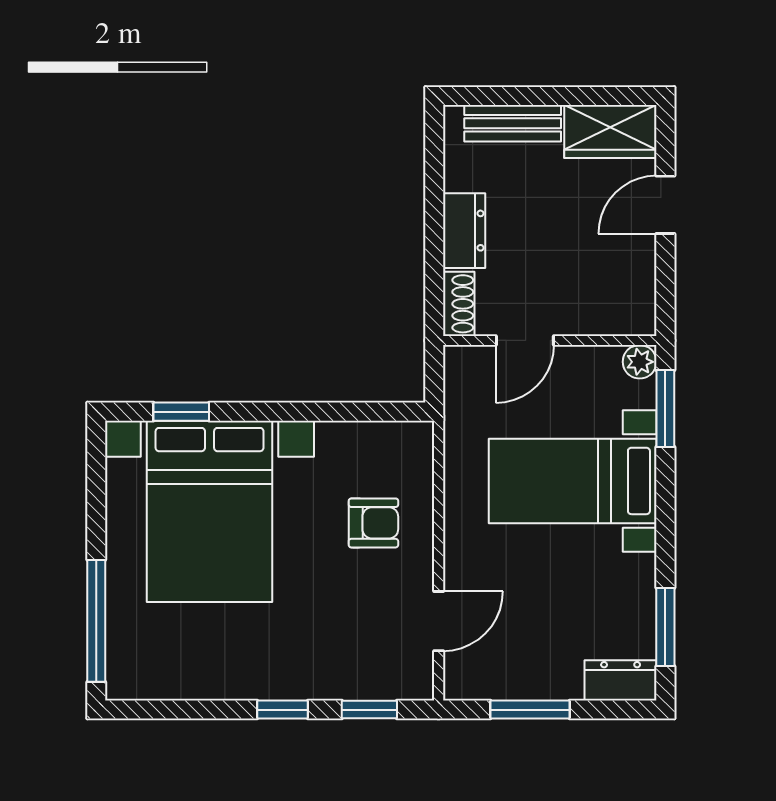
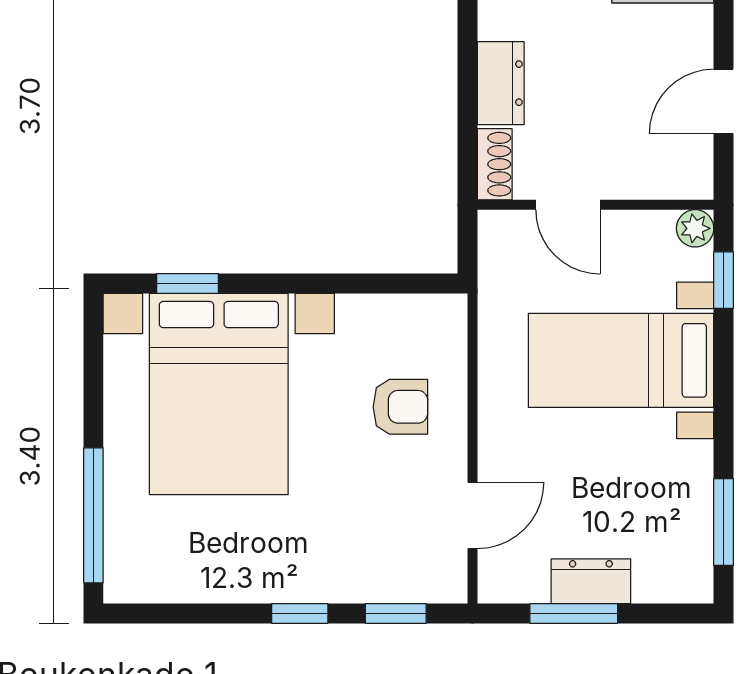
door: (665, 205) -> (724, 101), moved
door: (525, 340) -> (568, 205), hinge flipped
window: (665, 408) -> (724, 280), width x0.67
dresser: (621, 680) -> (591, 581), moved

